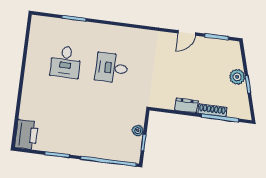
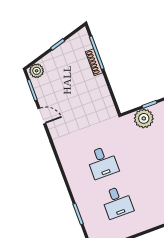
desk: (66, 62) -> (117, 202), turned 90
plant: (237, 77) -> (37, 71), moved
dresser: (186, 106) -> (101, 85), removed
plant: (138, 131) -> (144, 118), width x1.88, depth x1.88

